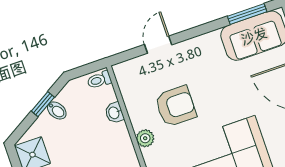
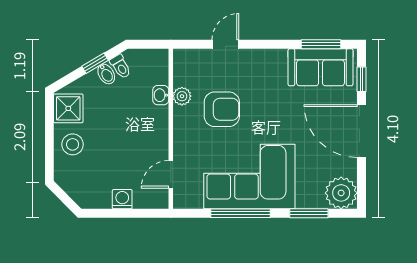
toilet: (99, 80) -> (120, 67), moved, turned -121
plant: (145, 138) -> (182, 96), moved

